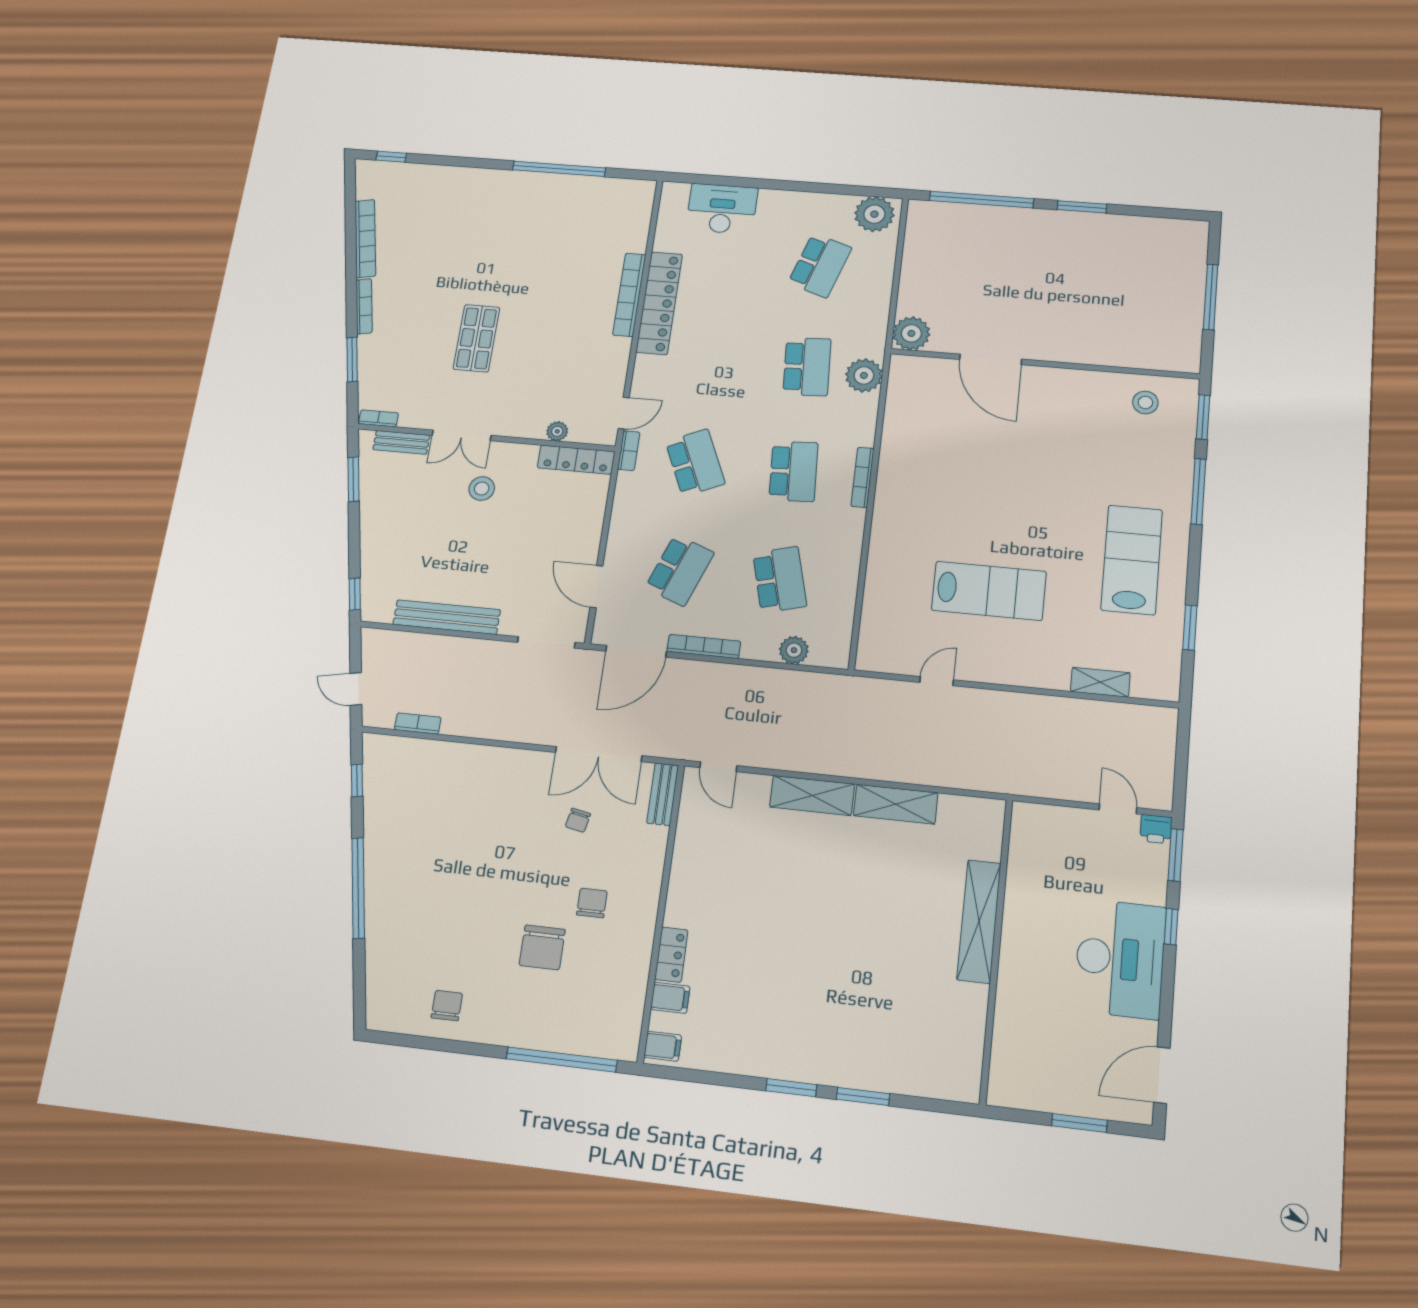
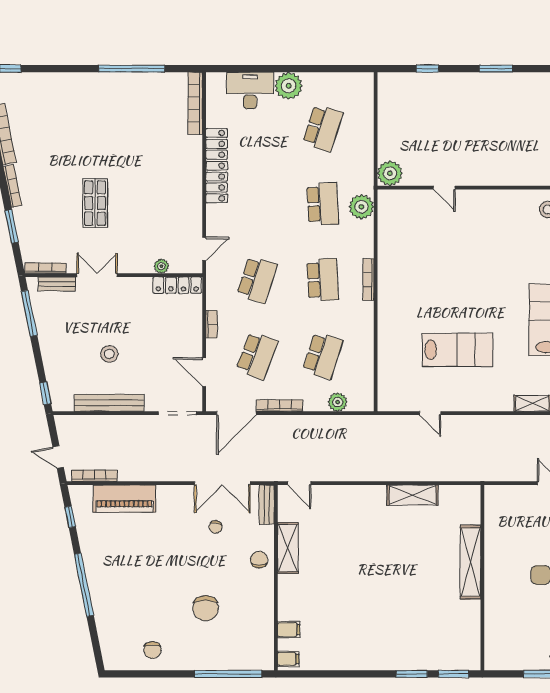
window: (981, 200) -> (427, 69), width x0.32
plant: (874, 214) -> (289, 86), moved
bookcase: (629, 295) -> (195, 103), moved
door: (991, 359) -> (444, 188), width x0.53
bookcase: (379, 418) -> (45, 268), width x1.56
double door: (462, 435) -> (97, 275), swing flipped
bookcase: (629, 451) -> (211, 324), moved
school desk: (695, 463) -> (257, 280), turned 42
window: (353, 479) -> (29, 313), width x1.44
stool: (482, 489) -> (109, 354), moved
school desk: (780, 580) -> (323, 356), turned 33
door: (937, 681) -> (430, 413), swing flipped
bookcase: (418, 723) -> (95, 476), width x1.56
piano: (445, 762) -> (124, 499), added
shelving: (812, 795) -> (288, 548), moved, turned 90
chair: (592, 903) -> (259, 560), moved
locker: (671, 955) -> (286, 604), removed
chair: (447, 1006) -> (152, 650), turned 180
window: (791, 1088) -> (453, 674), moved

